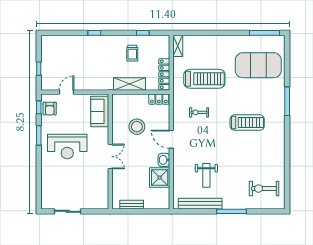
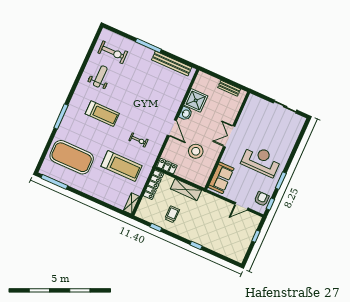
treadmill: (204, 79) -> (122, 166), turned 180
treadmill: (247, 123) -> (102, 114), turned 180
weight bench: (206, 175) -> (100, 76), moved

